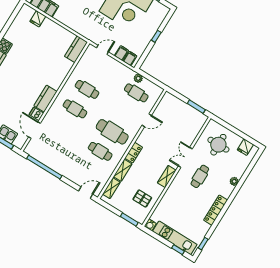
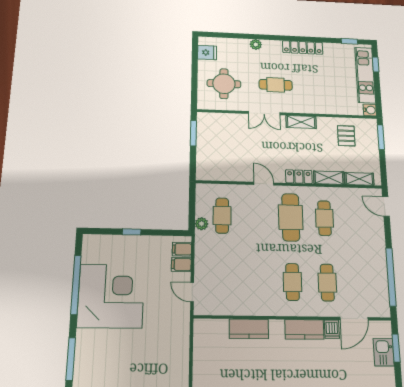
kitchen counter: (76, 49) -> (249, 329), moved
cafe table: (87, 89) -> (327, 283), moved
door: (147, 120) -> (264, 184), moved

